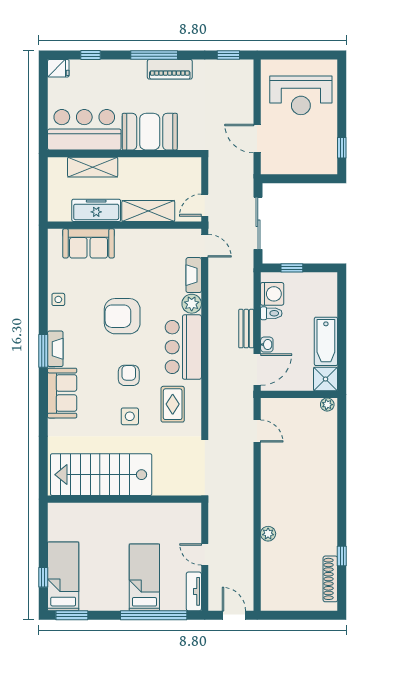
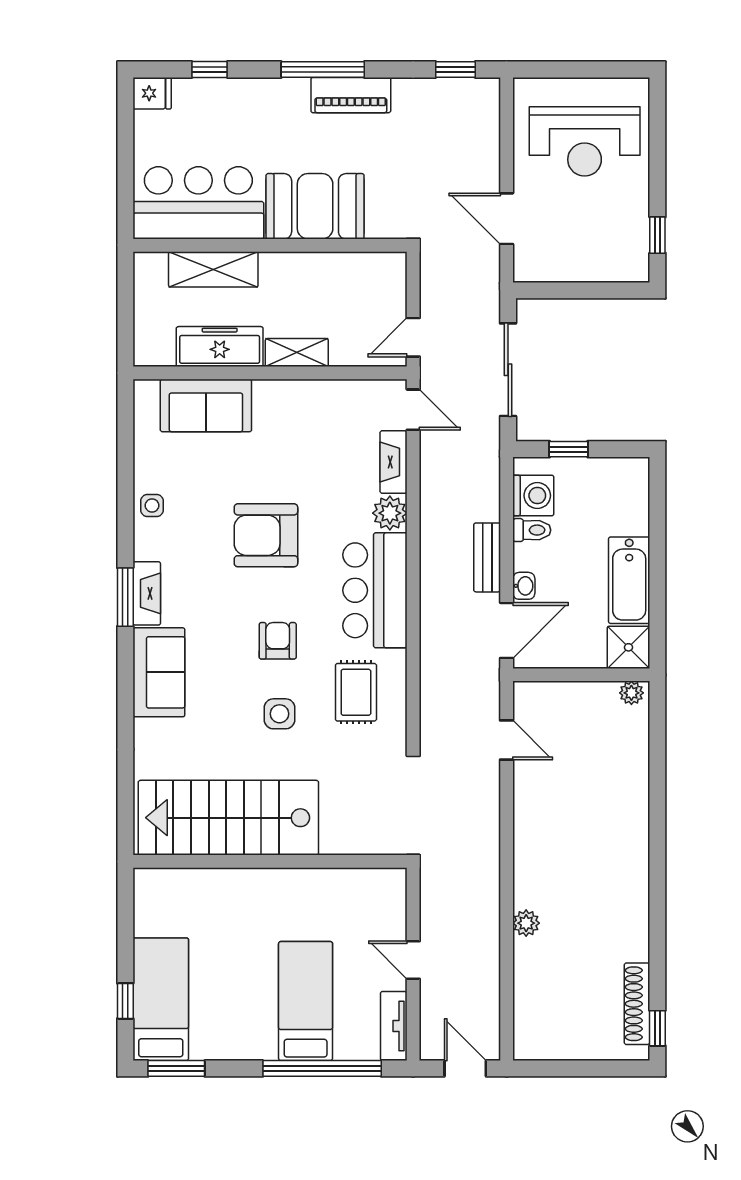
shelving: (148, 211) -> (297, 353), width x0.67, depth x0.75
window: (342, 556) -> (657, 1028), moved

